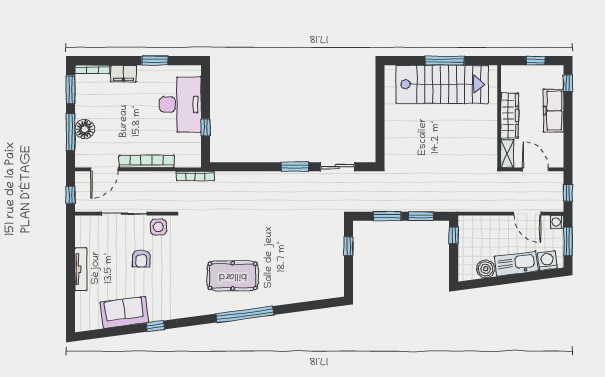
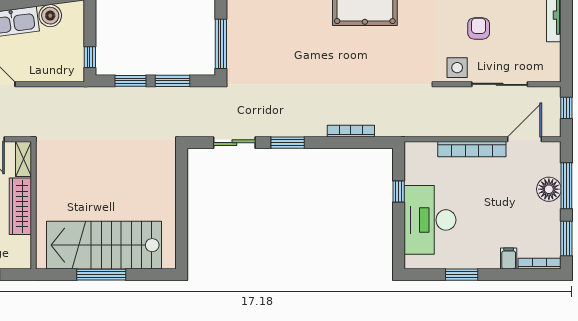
filing cabinet: (123, 74) -> (509, 258), width x0.50
bookcase: (195, 176) -> (351, 131), moved
window: (348, 246) -> (221, 44), width x2.17

